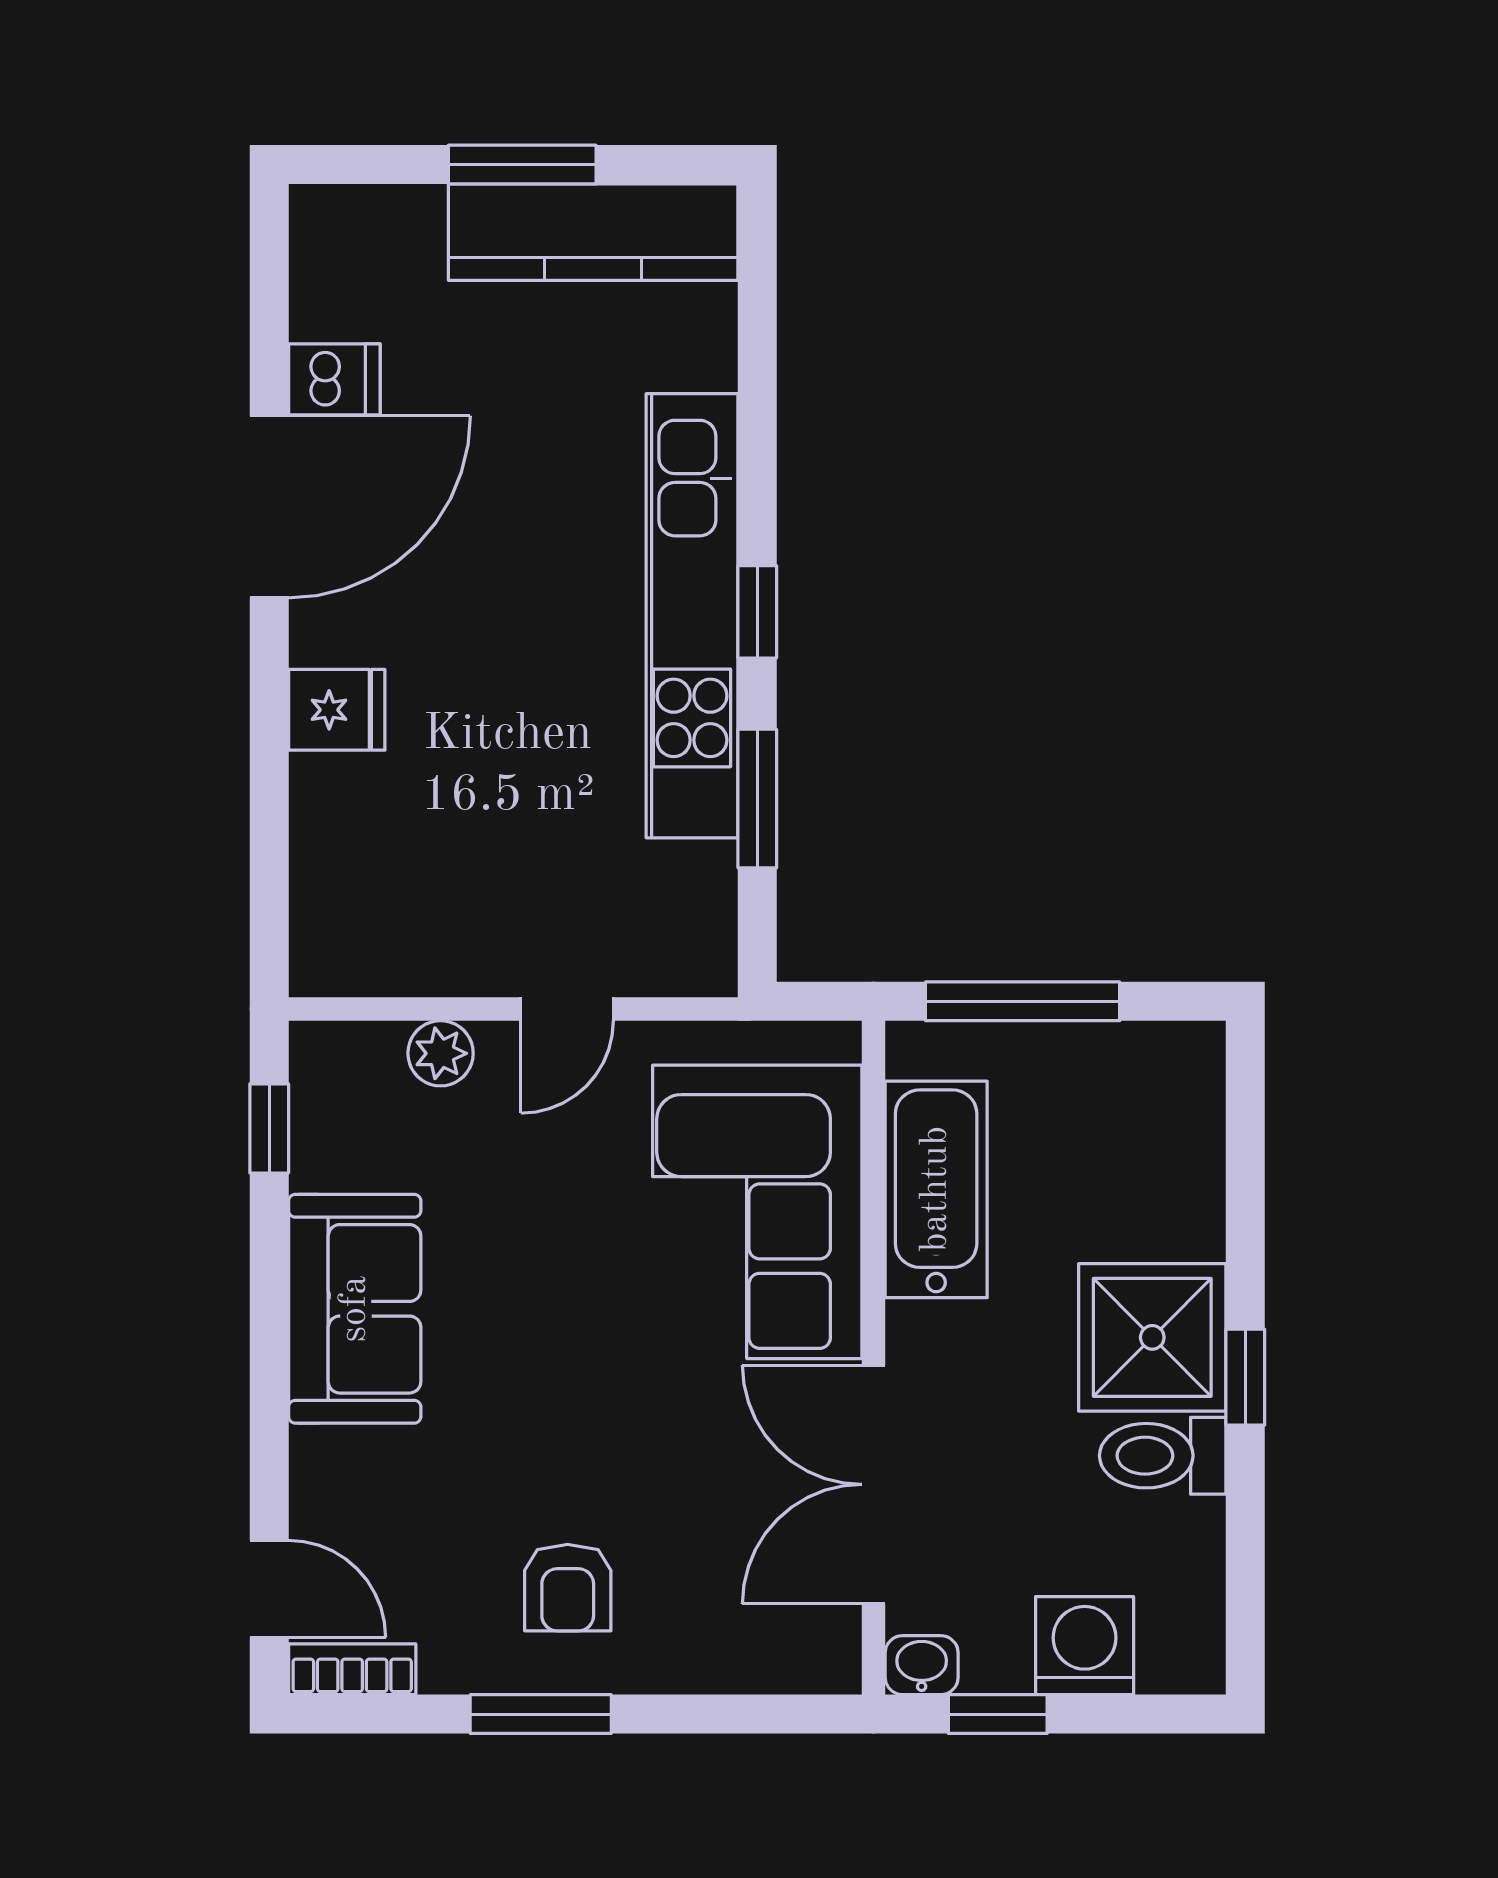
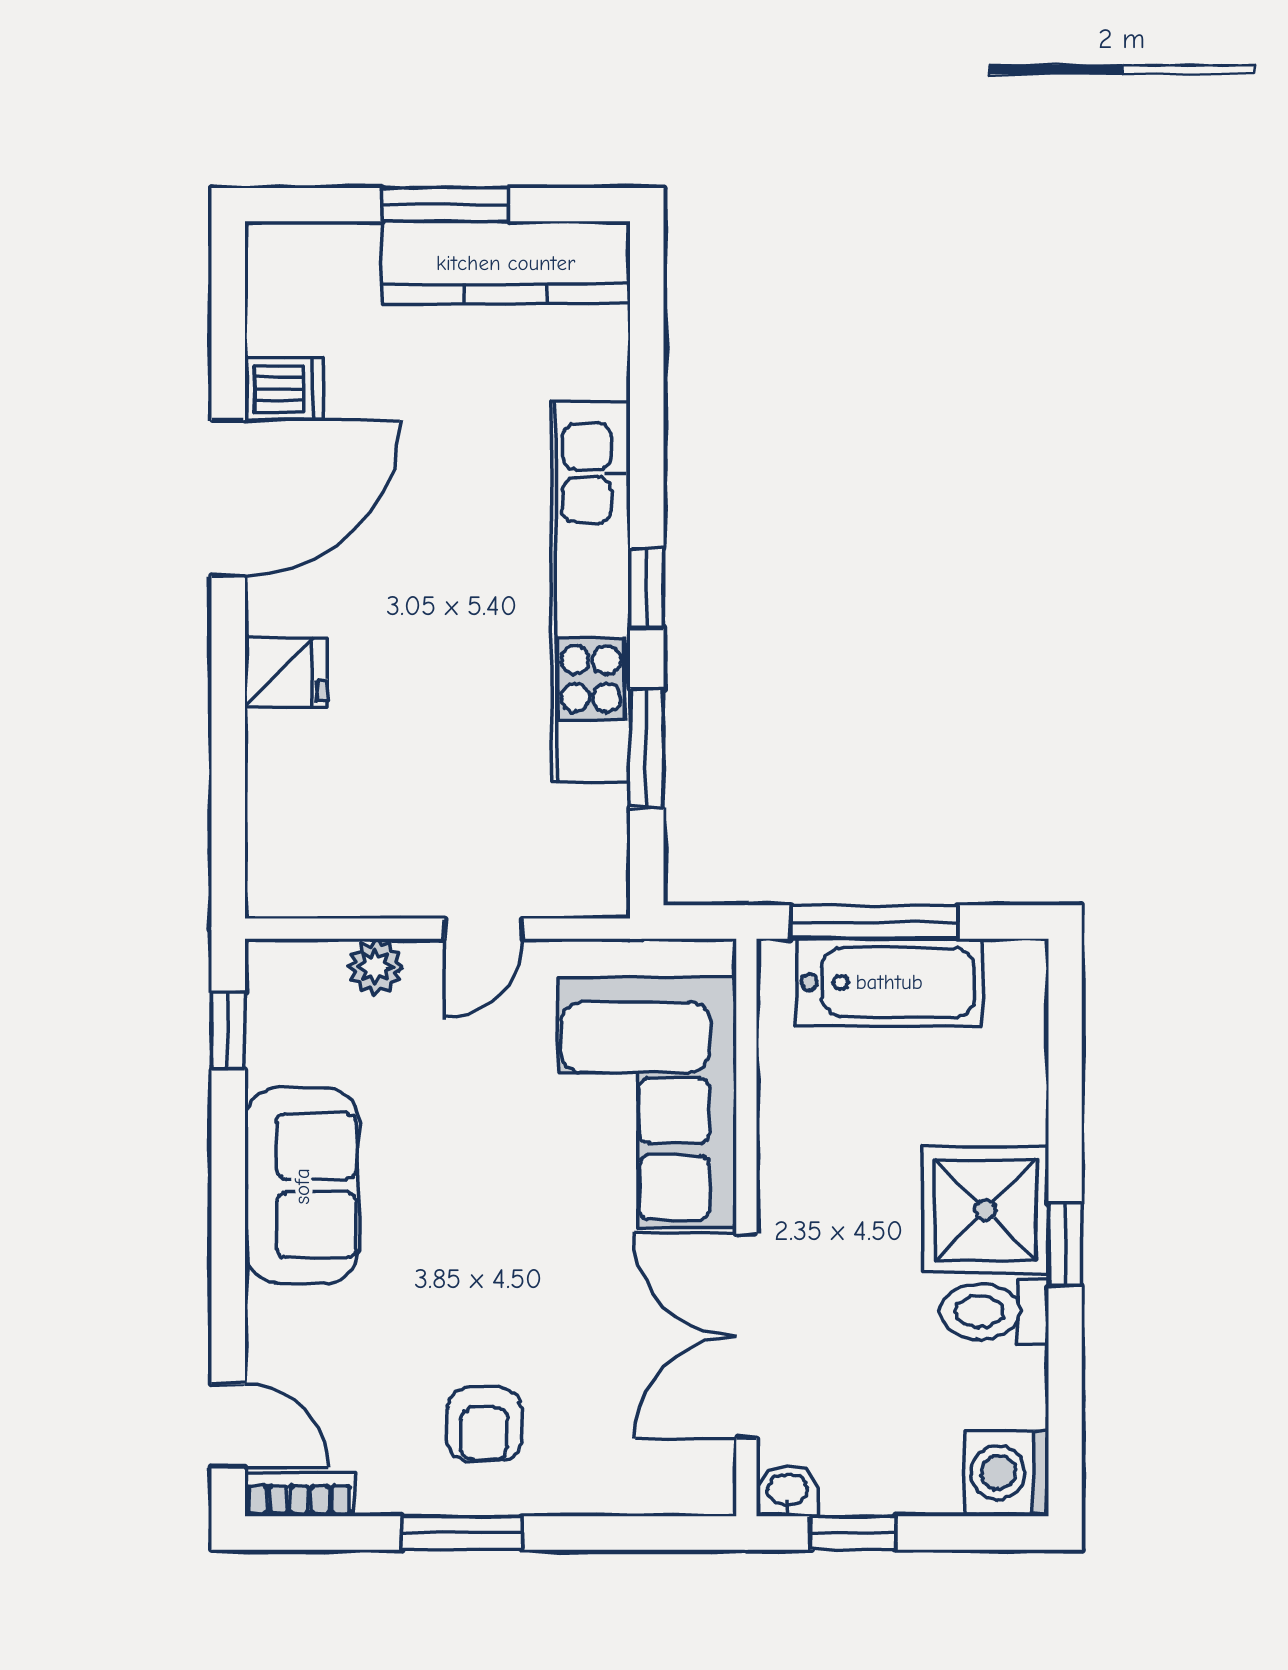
bathtub: (936, 1189) -> (889, 982), moved, turned 90
washing machine: (1085, 1646) -> (1006, 1473), moved, turned -90

